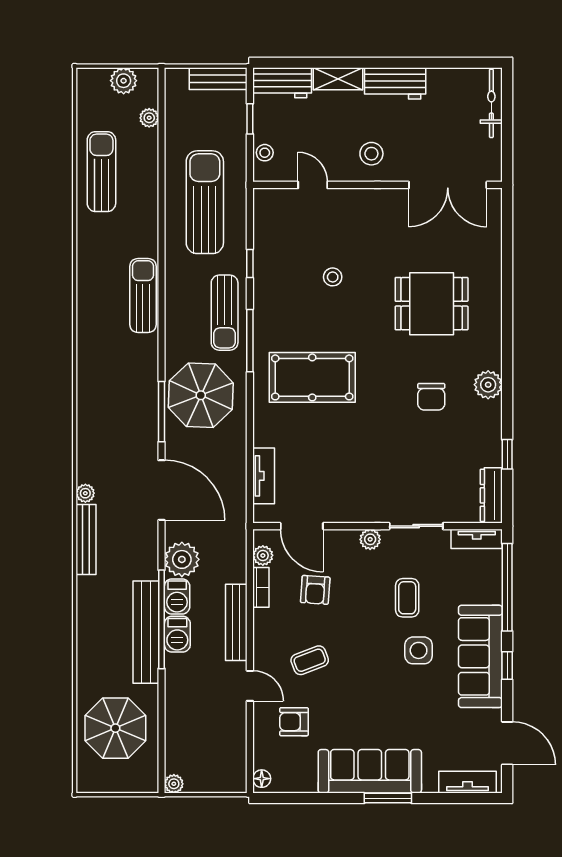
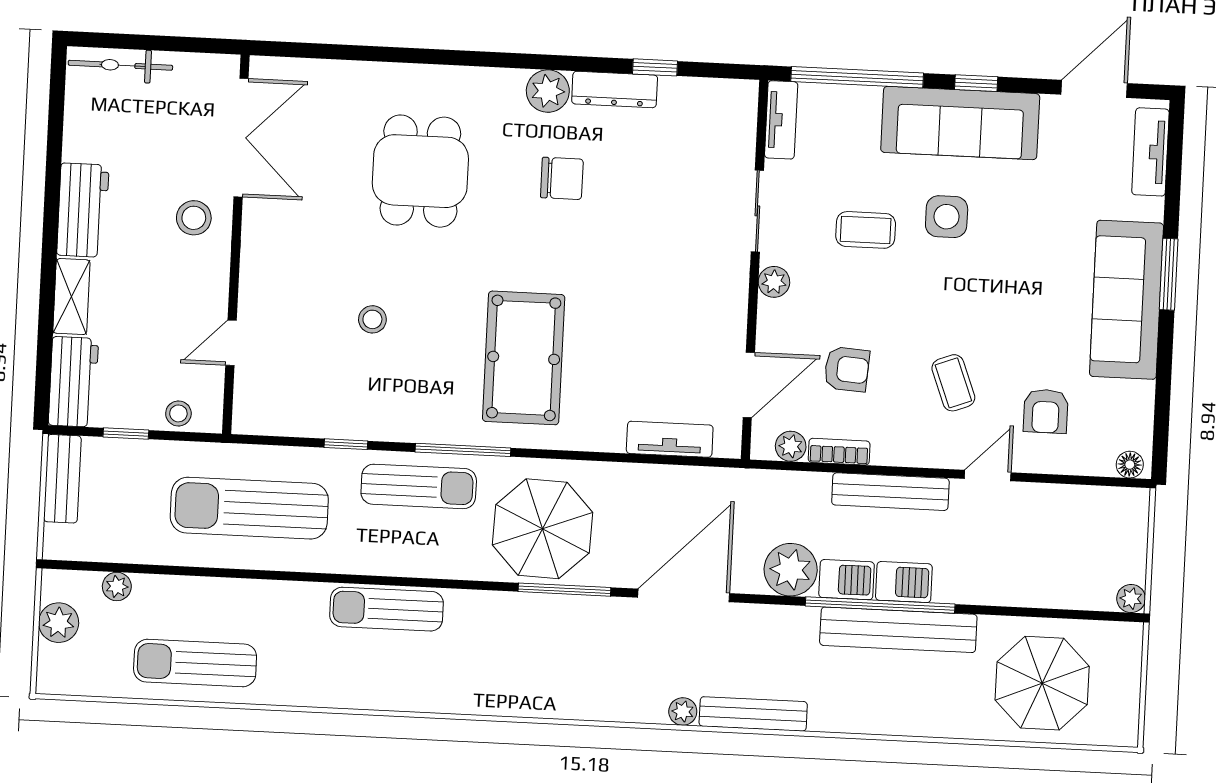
stool: (371, 154) -> (194, 218), moved
dresser: (491, 495) -> (615, 89), moved

